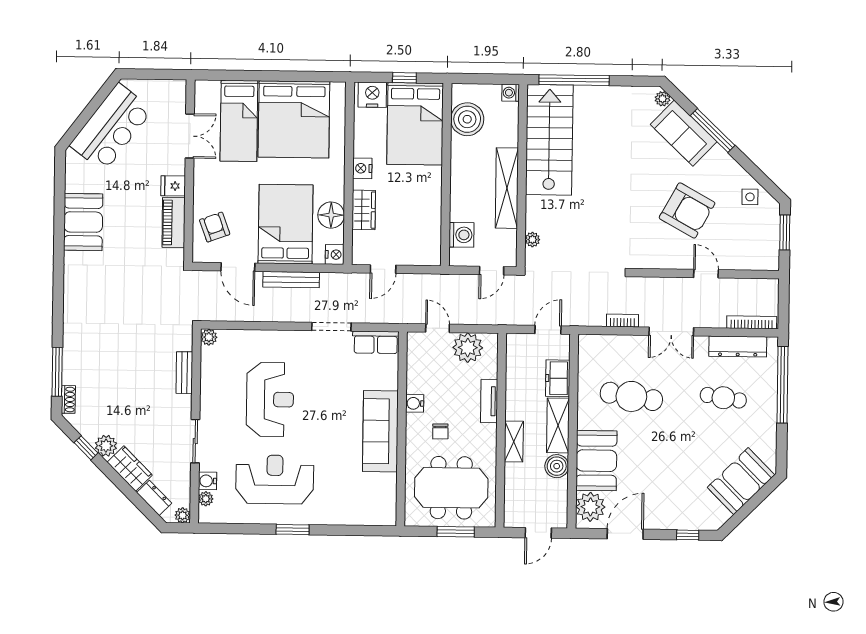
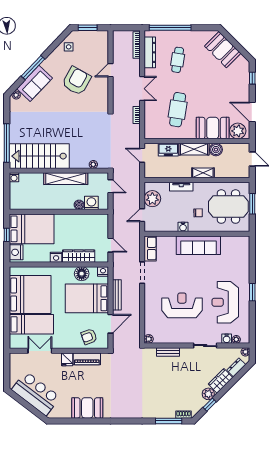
boiler: (467, 119) -> (79, 205), moved, width x0.54, depth x0.54
wardrobe: (364, 210) -> (79, 256), width x1.50
meeting table: (451, 488) -> (228, 207), turned 90

